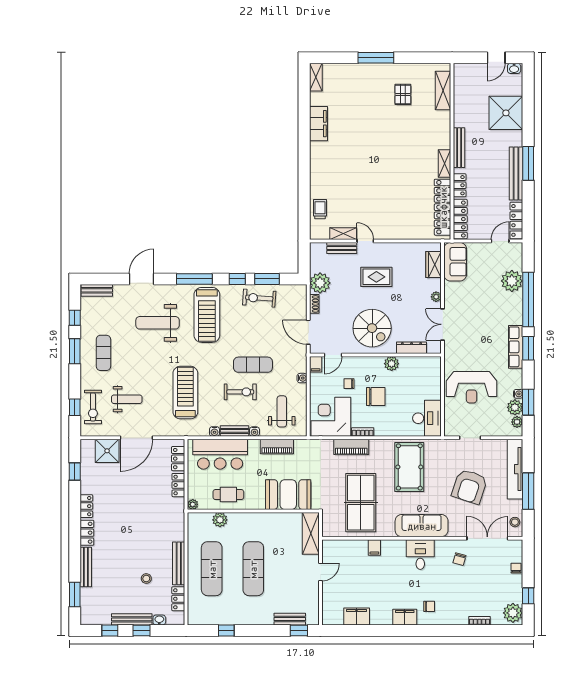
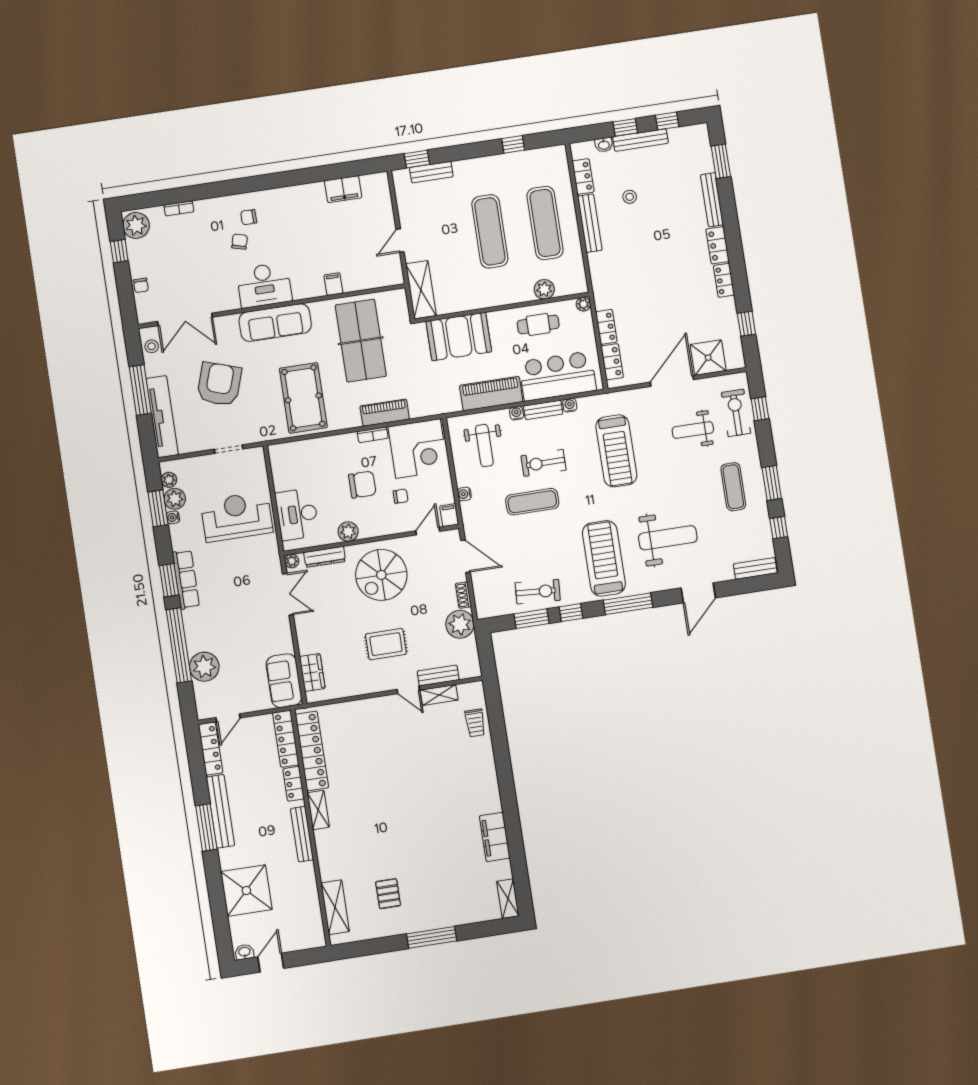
plant: (436, 297) -> (292, 561), moved
spiral stairs: (372, 328) -> (381, 575), turned -90
chair: (376, 397) -> (362, 485), turned 180
desk: (427, 418) -> (297, 514), moved
piano: (277, 446) -> (491, 394), width x1.37, depth x1.33
desk: (420, 555) -> (264, 285), width x1.37
chair: (459, 559) -> (240, 242), moved
filing cabinet: (405, 617) -> (279, 198), removed

